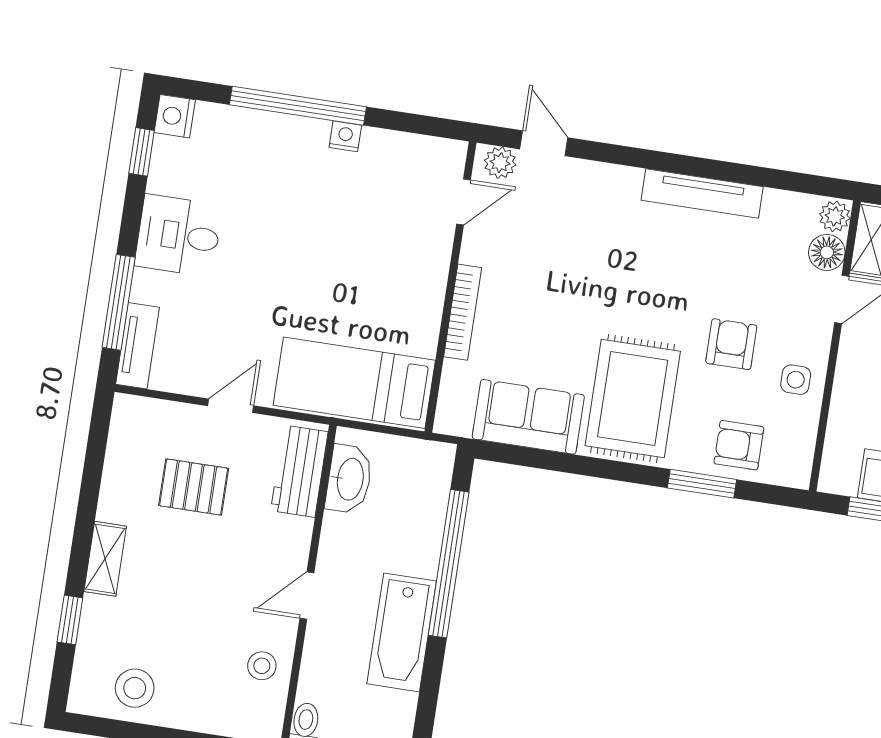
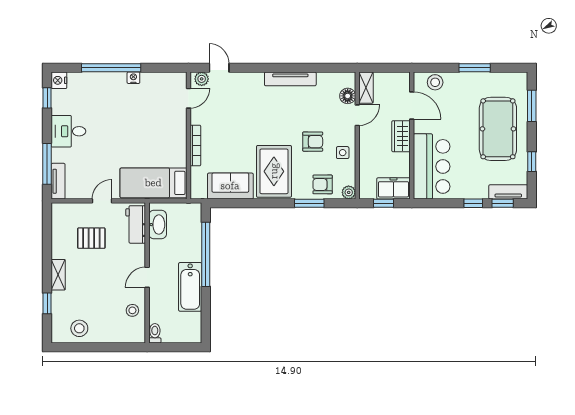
plant: (835, 216) -> (349, 192), moved
armchair: (731, 344) -> (313, 142), turned 90

